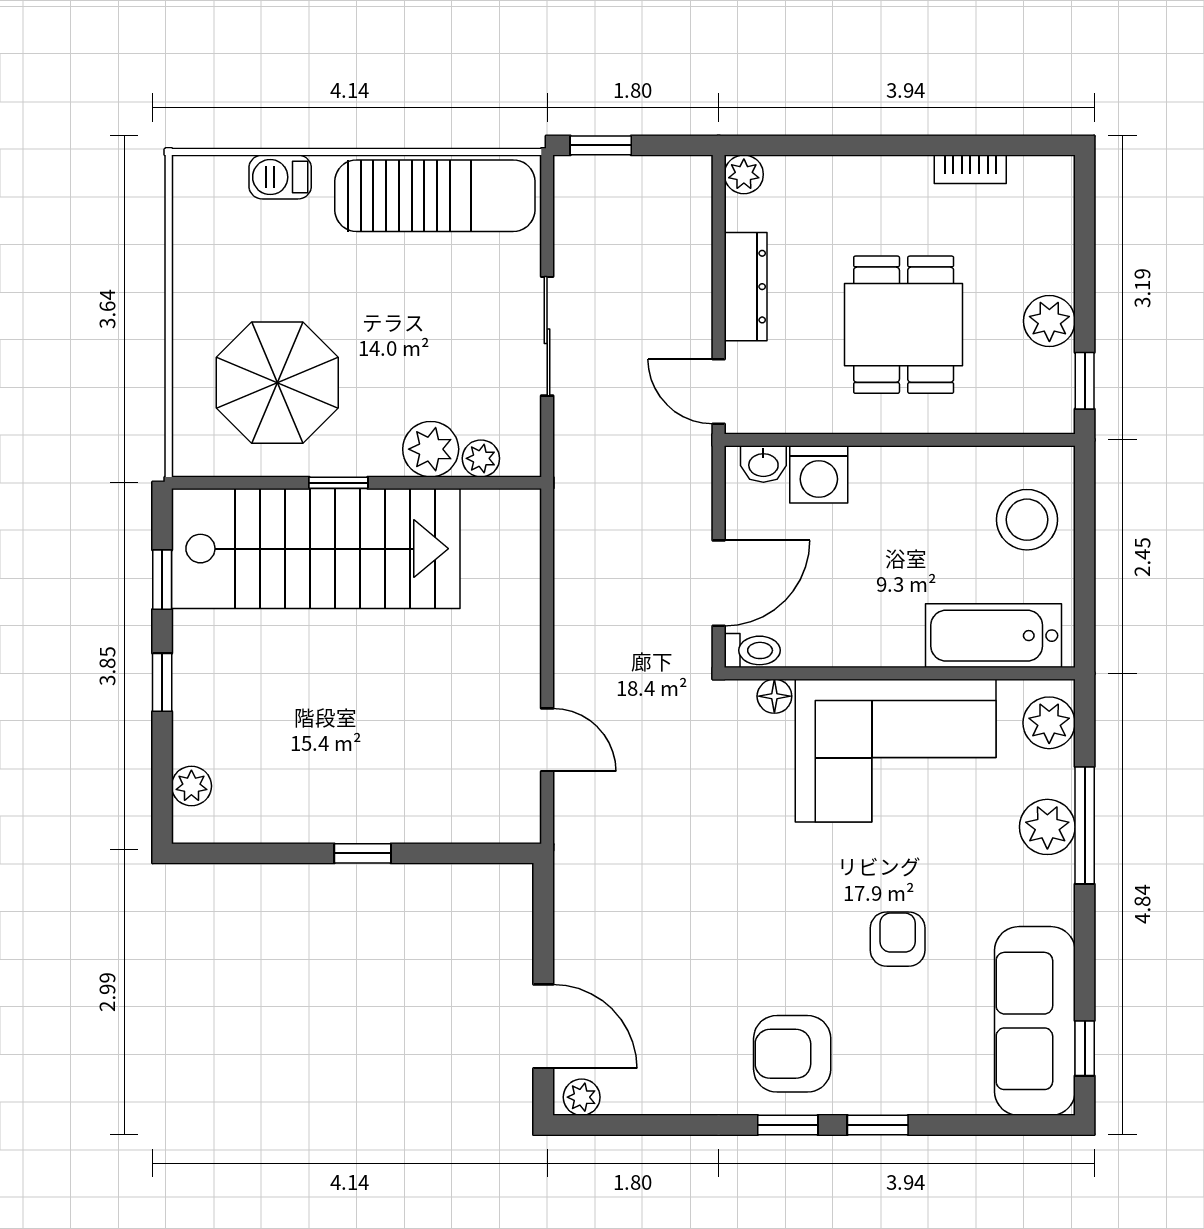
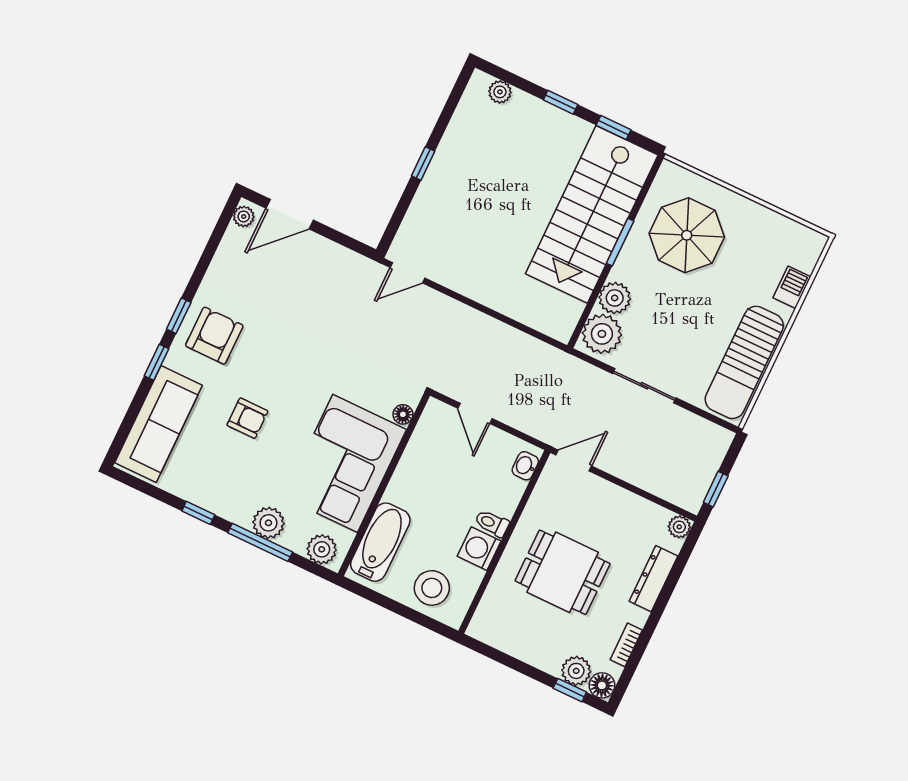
window: (601, 145) -> (716, 489), moved
floor lamp: (1053, 177) -> (602, 685), added
dresser: (746, 287) -> (653, 579), moved, turned 90
plant: (1049, 321) -> (576, 671), moved
window: (1085, 381) -> (570, 690), moved
plant: (481, 458) -> (602, 334), width x1.88, depth x1.88
washing machine: (819, 474) -> (479, 549), moved
window: (338, 483) -> (620, 242), width x1.50
door: (719, 583) -> (475, 413), width x0.73
toilet: (752, 650) -> (492, 523), moved, turned 90
door: (547, 740) -> (407, 273), moved
sofa: (1035, 1021) -> (159, 424), moved, turned 90
window: (1085, 1048) -> (198, 513), moved

